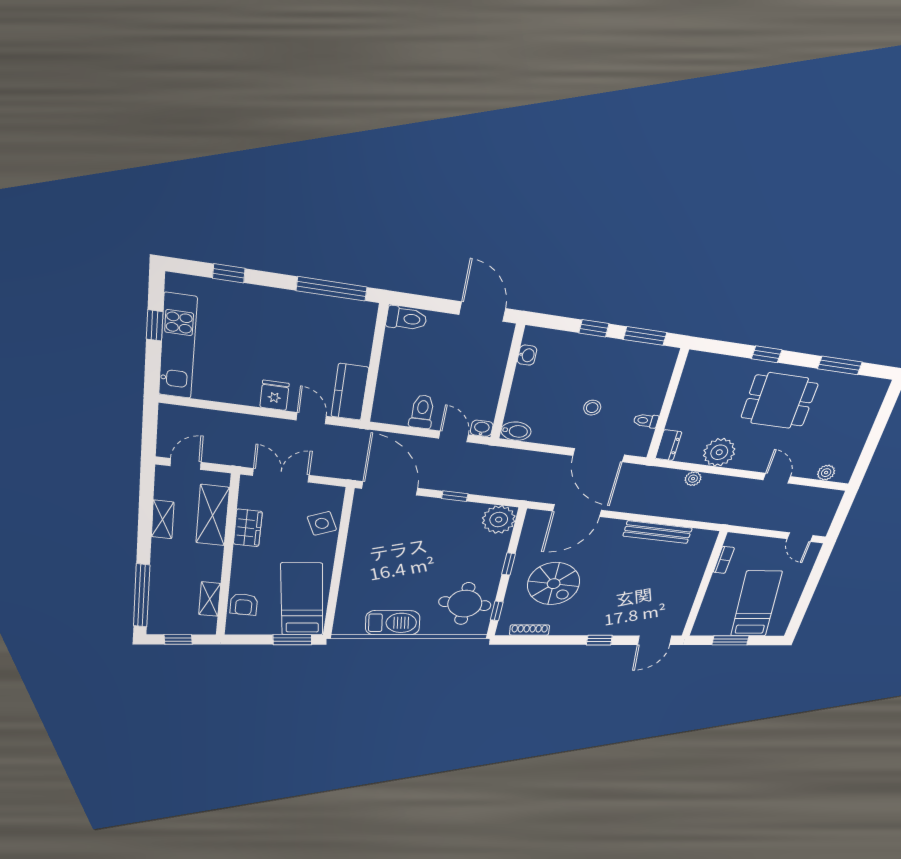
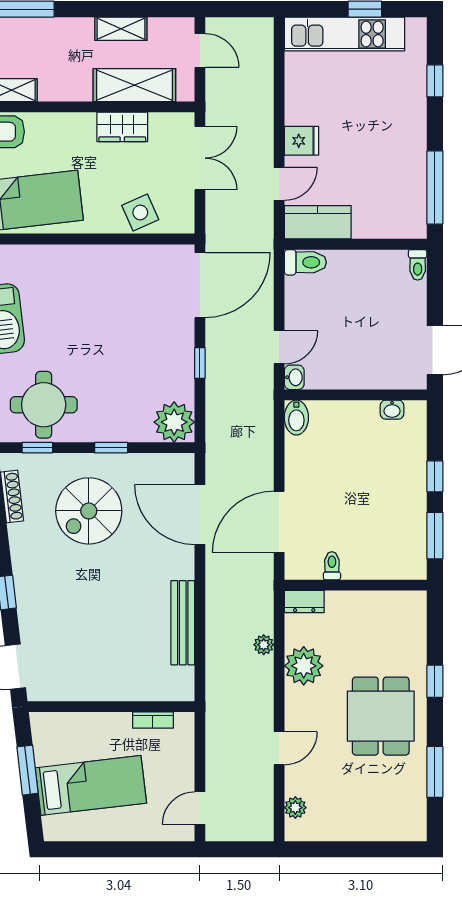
toilet: (406, 318) -> (418, 265), width x0.73, depth x0.72
stool: (592, 408) -> (339, 499), removed
toilet: (422, 412) -> (305, 262), moved

